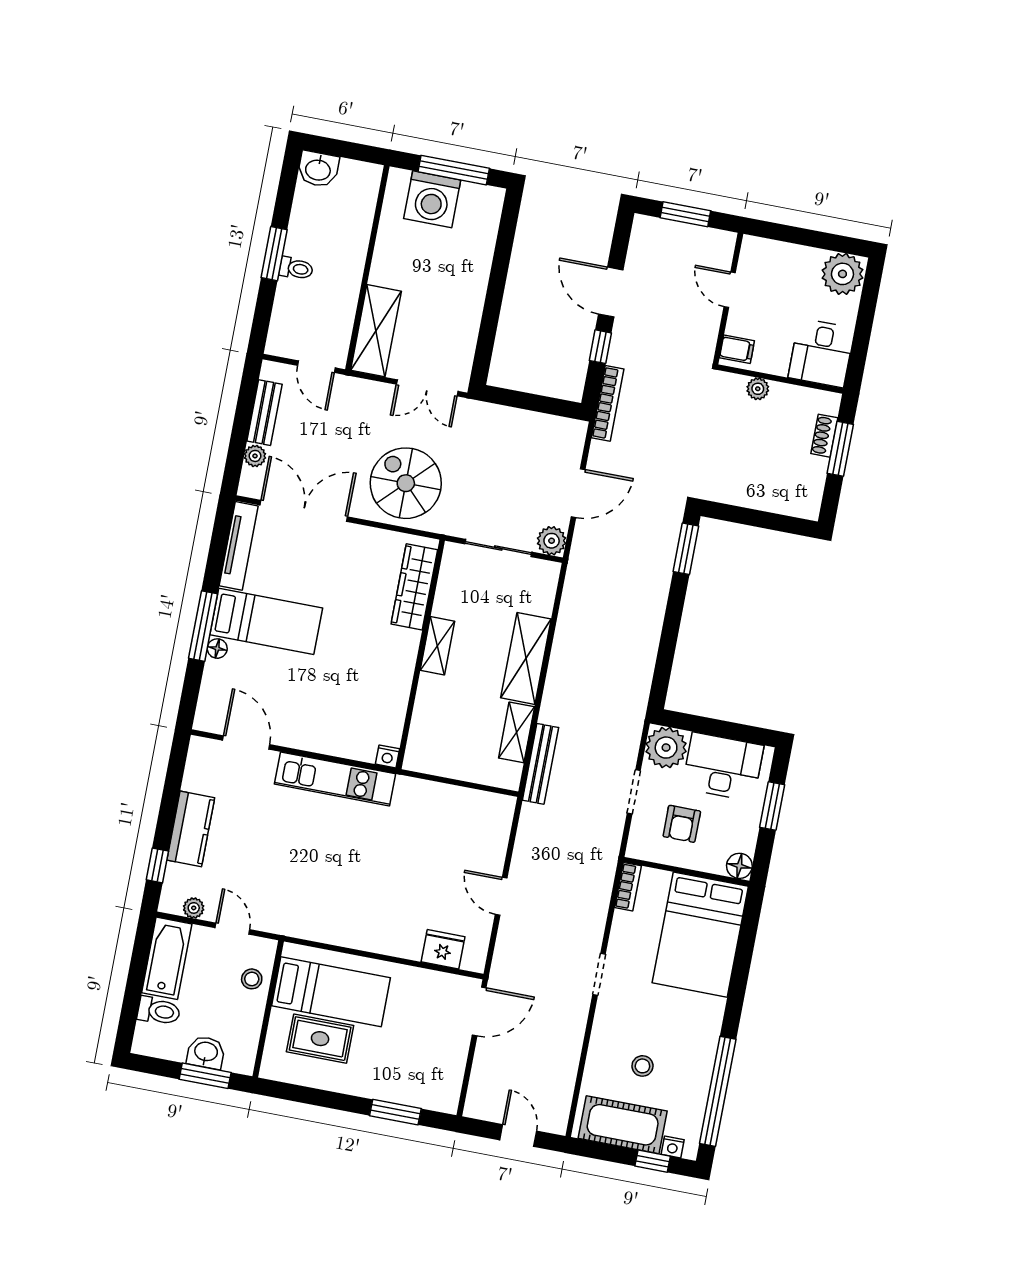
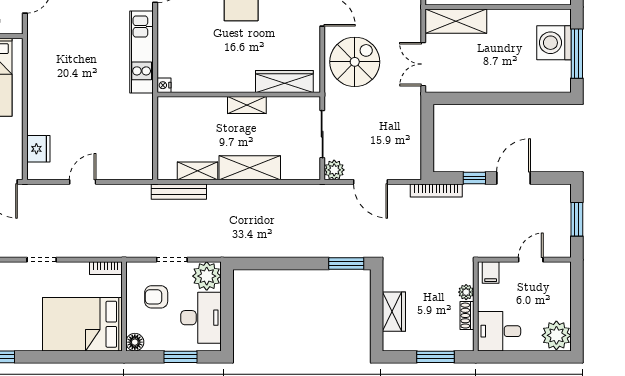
shoe rack: (824, 436) -> (467, 316), moved, turned -90
wardrobe: (766, 495) -> (394, 312), added

